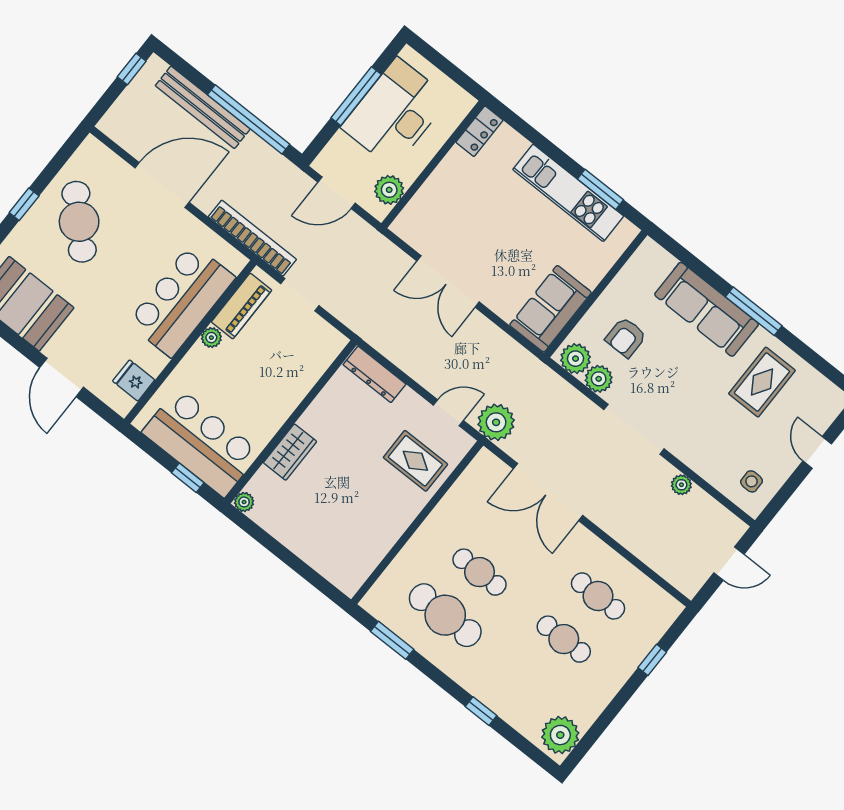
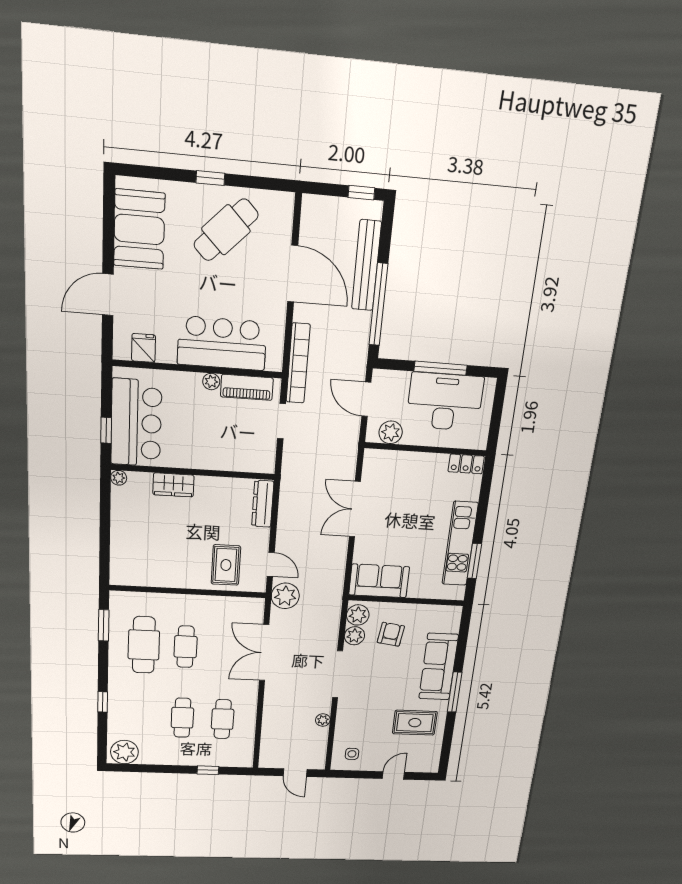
armchair: (626, 337) -> (391, 634), turned 98

